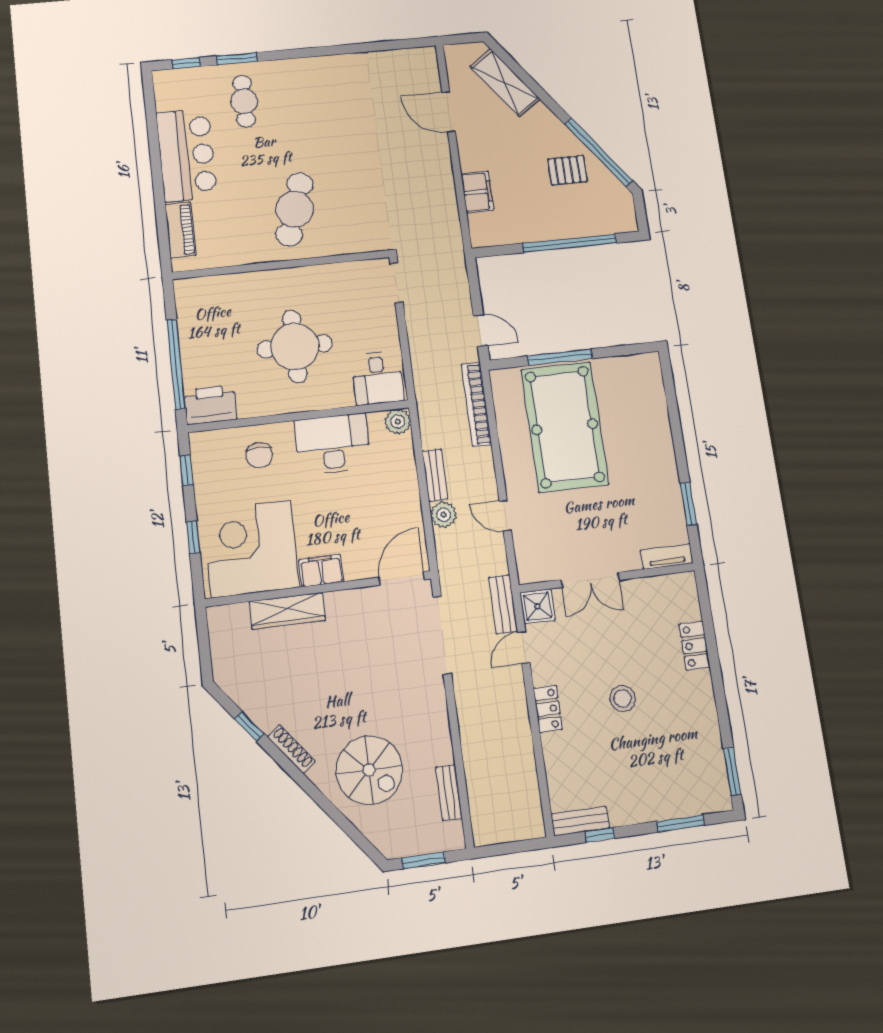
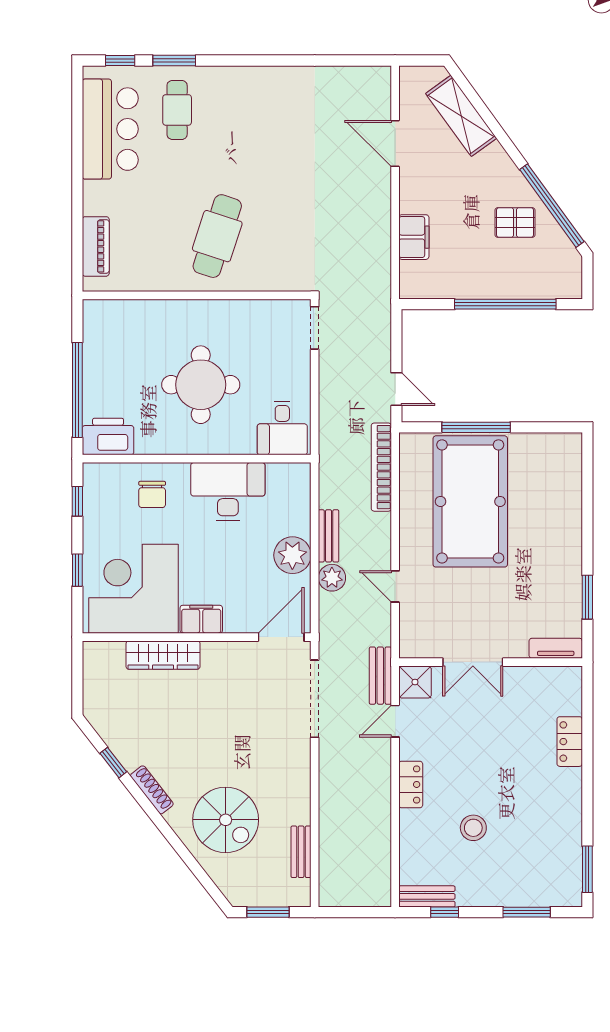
bar counter: (187, 155) -> (110, 129), moved
plant: (398, 422) -> (292, 555), moved, width x1.36, depth x1.36
stool: (623, 698) -> (473, 828), moved

